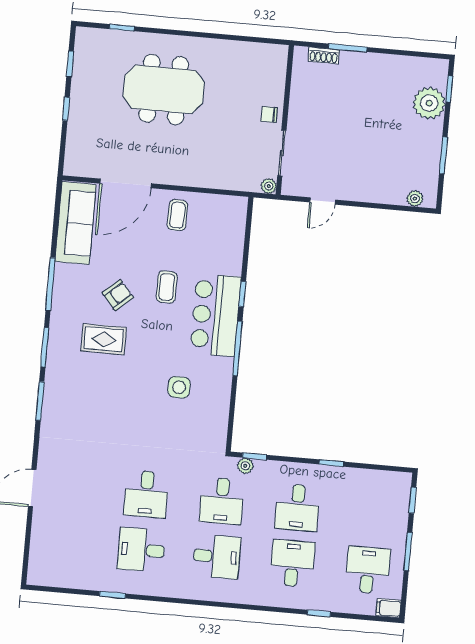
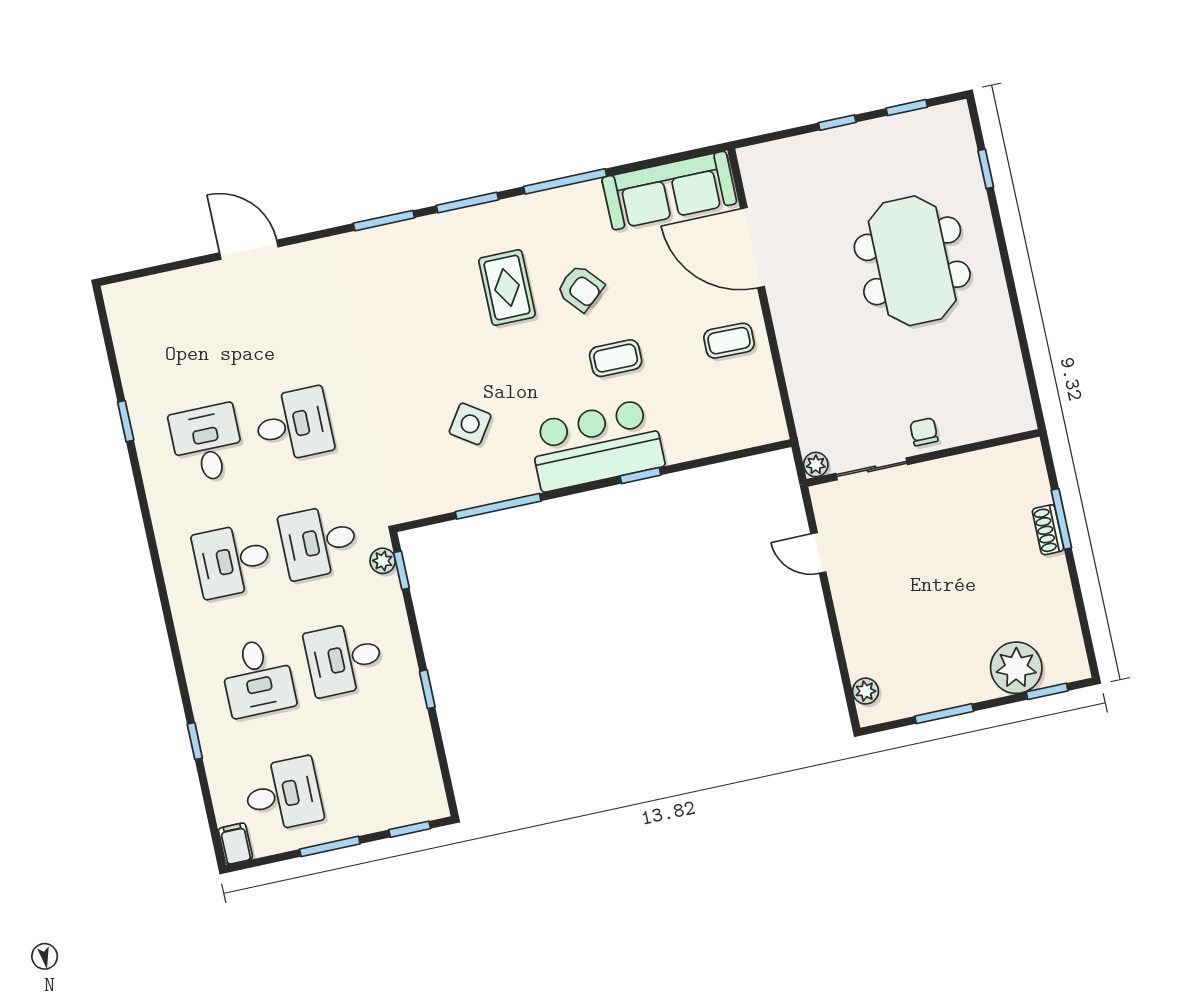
shoe rack: (324, 55) -> (1048, 530), moved
window: (237, 348) -> (498, 506), moved
side table: (179, 387) -> (470, 424), turned 34
desk: (146, 494) -> (293, 425), turned 180
desk: (217, 557) -> (232, 560), turned 90
desk: (292, 563) -> (258, 677), turned 90

